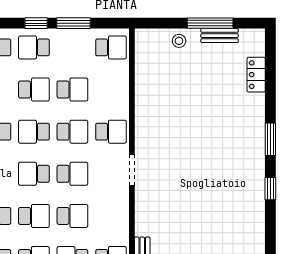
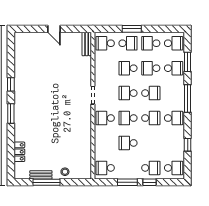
school desk: (34, 90) -> (151, 143), removed

